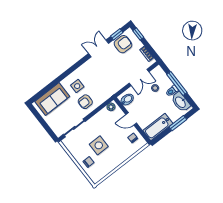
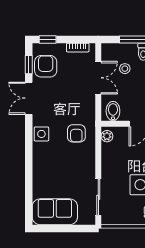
side table: (77, 86) -> (41, 134), moved
sofa: (52, 99) -> (55, 212), moved, turned -90
armchair: (85, 102) -> (76, 133), moved

